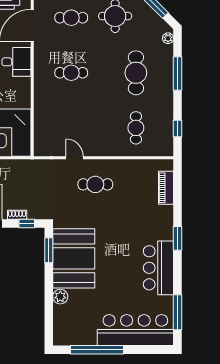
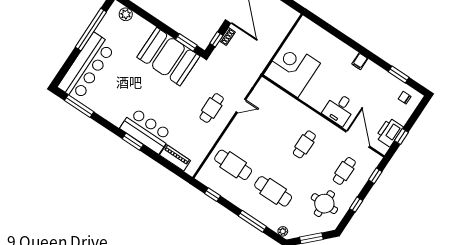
cafe table: (136, 128) -> (233, 165), width x1.37, depth x1.35
bar counter: (158, 268) -> (146, 131), moved
plant: (60, 297) -> (126, 14), moved

